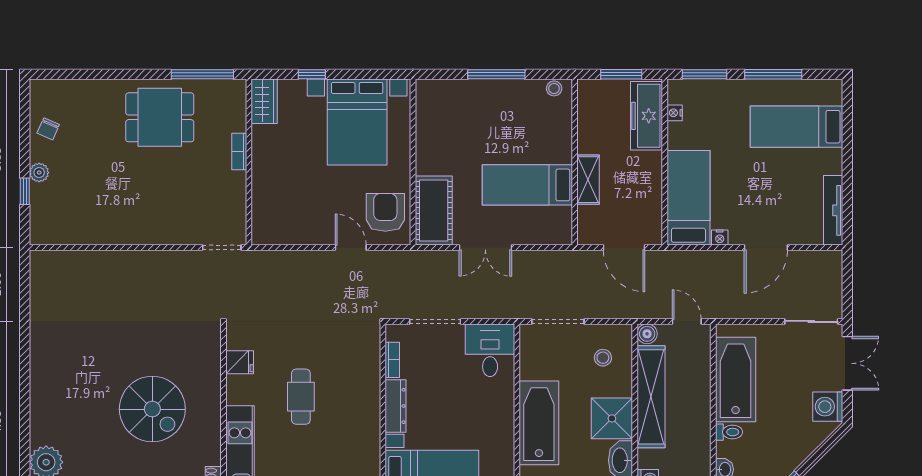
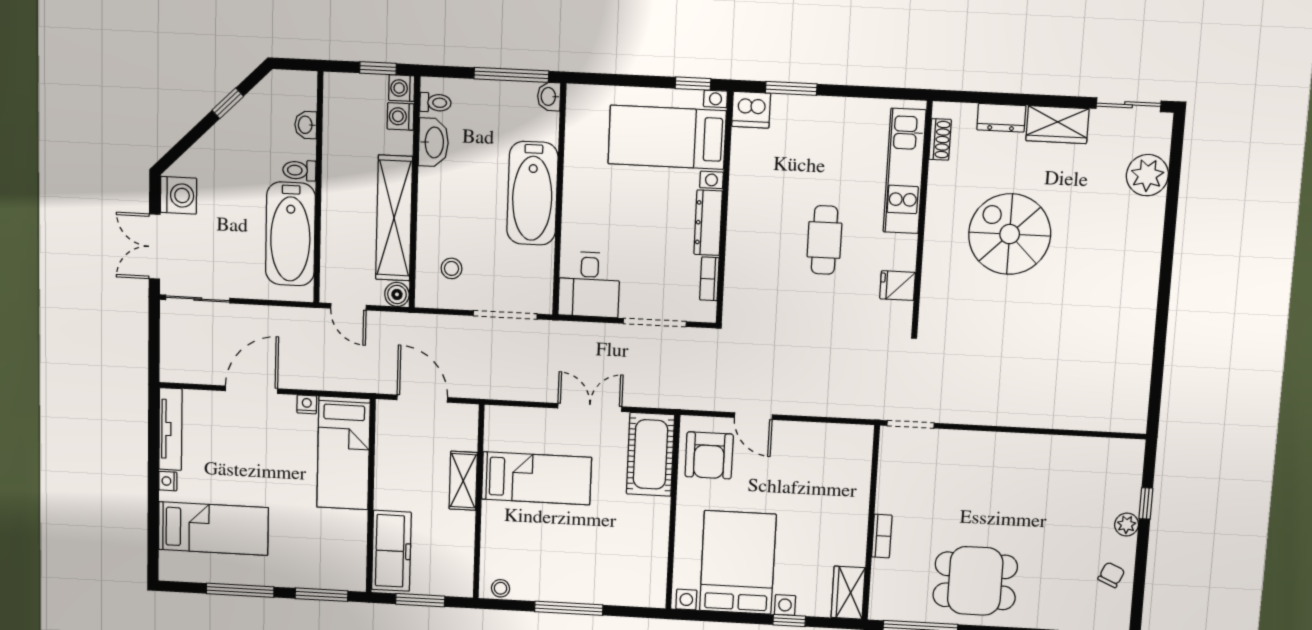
nightstand: (675, 113) -> (168, 481), moved, turned 180
shower: (612, 418) -> (443, 194), removed

